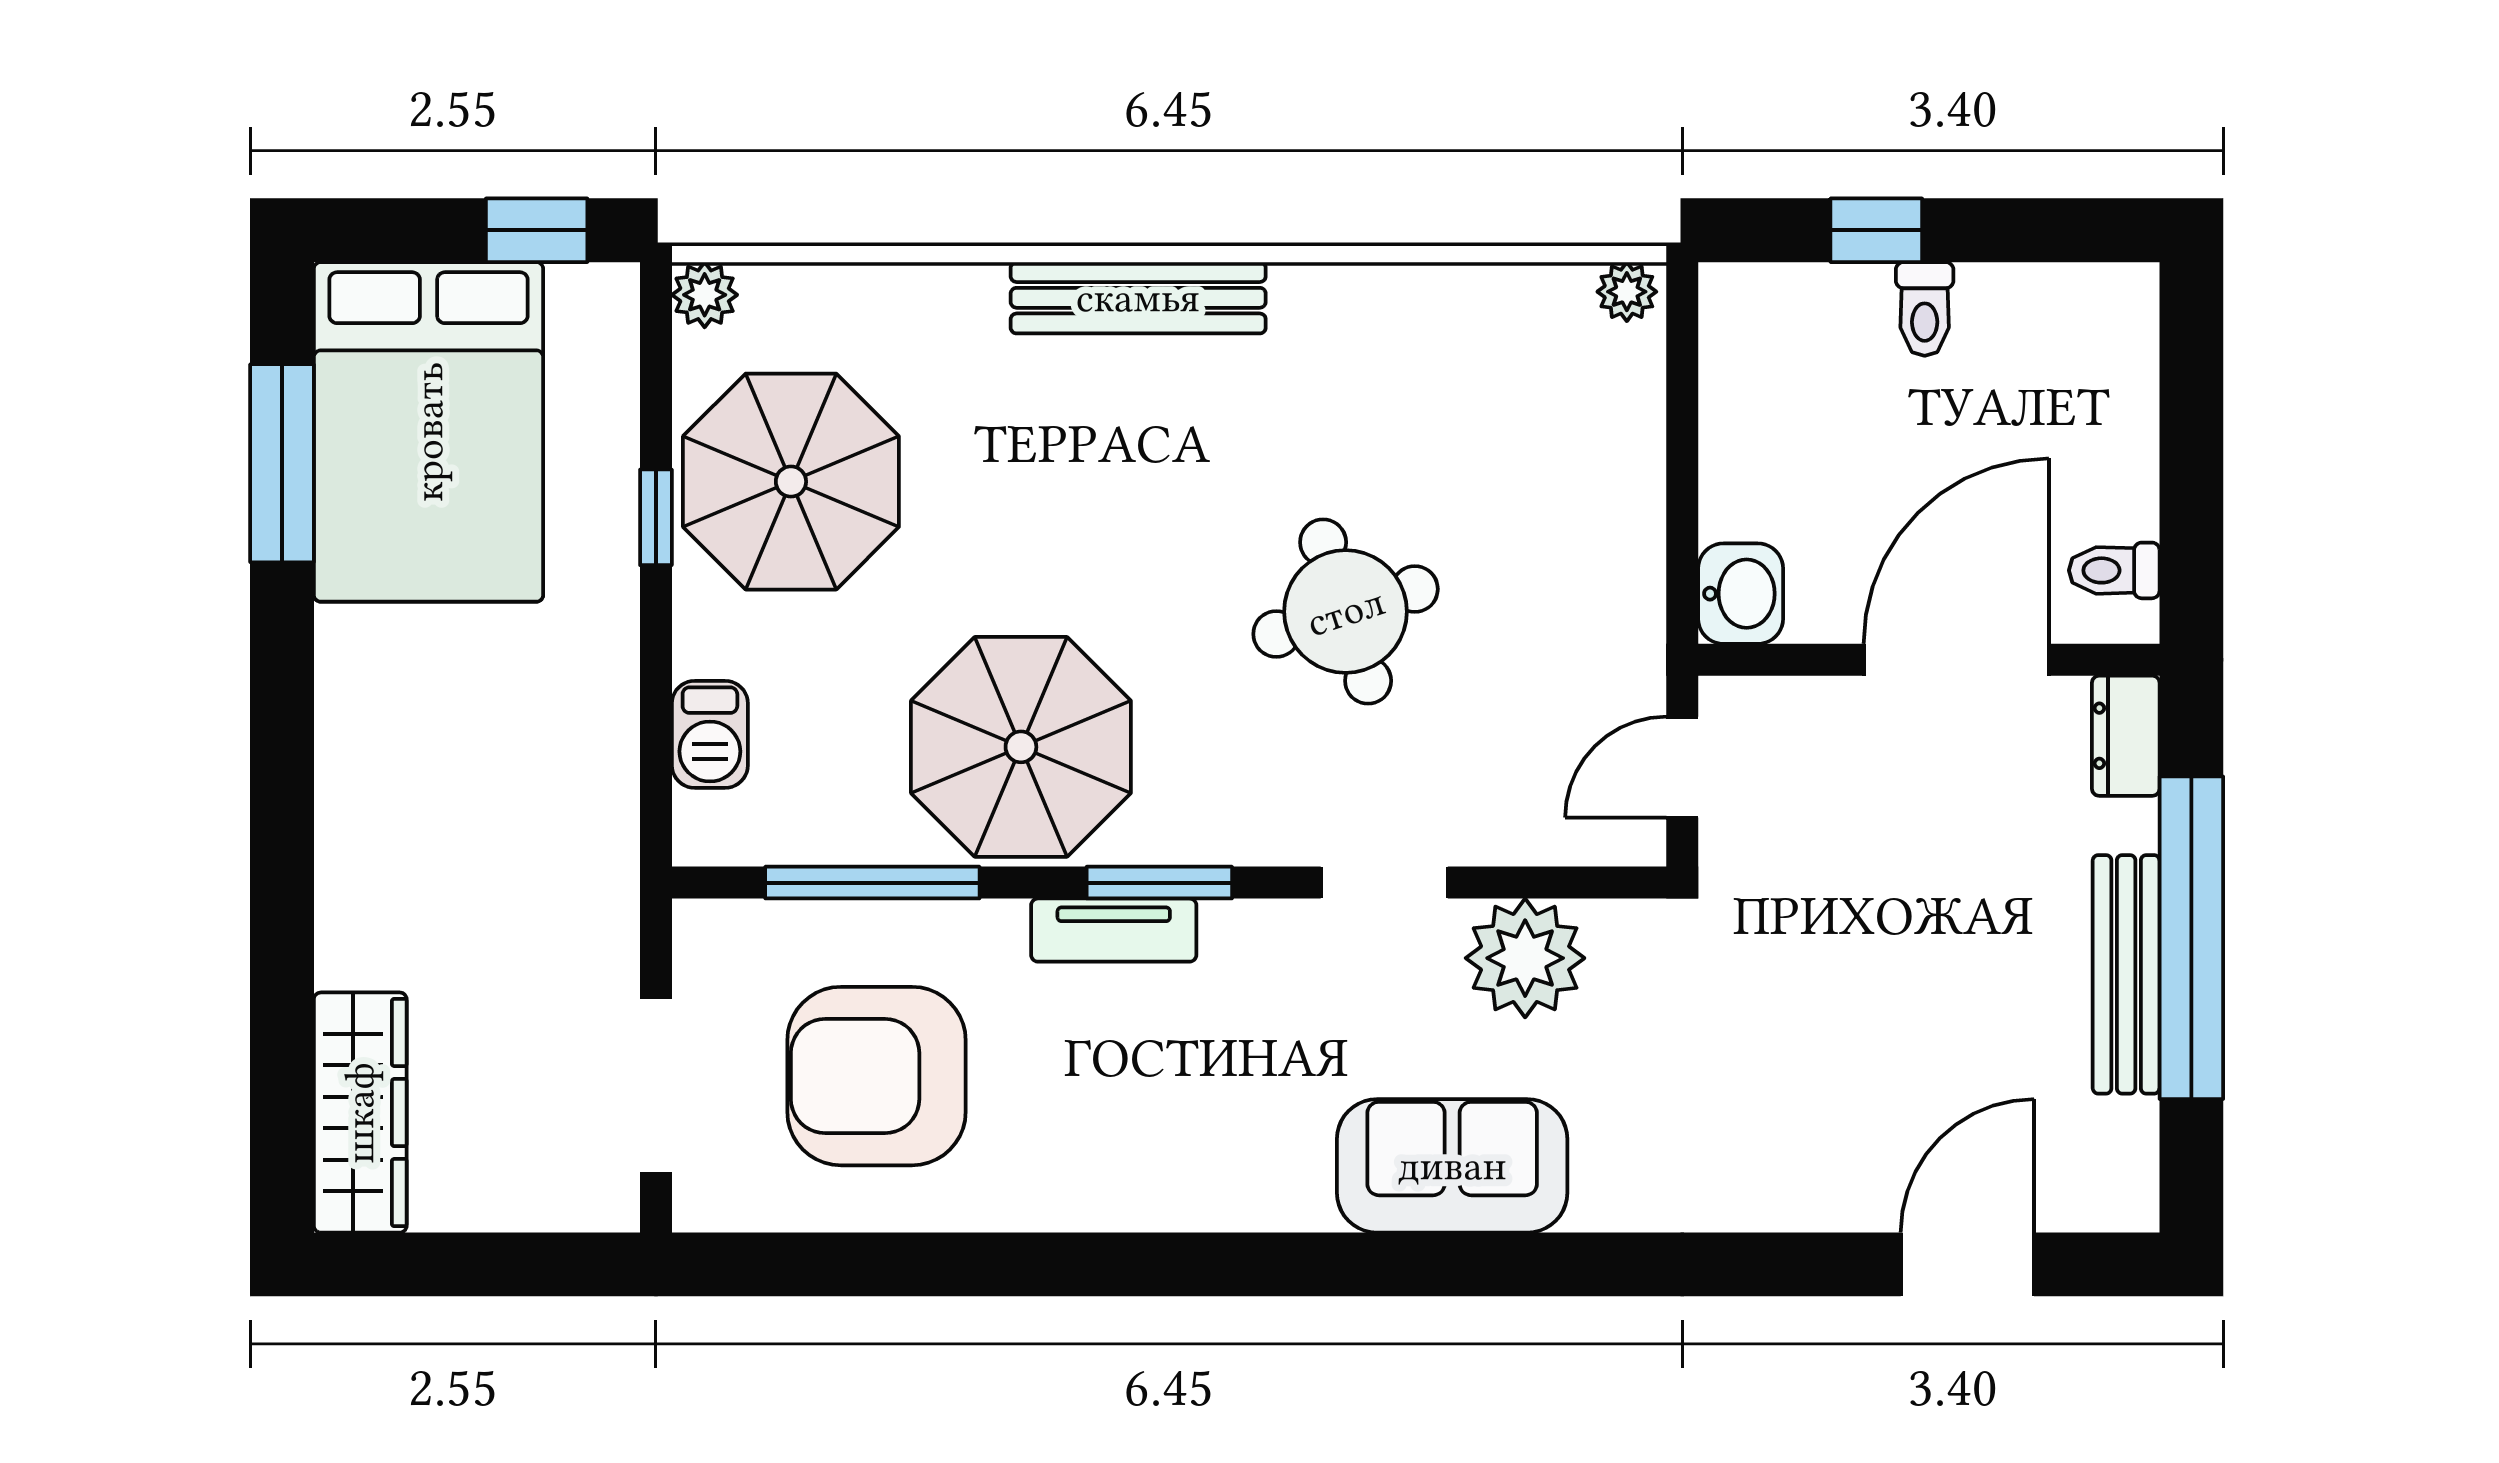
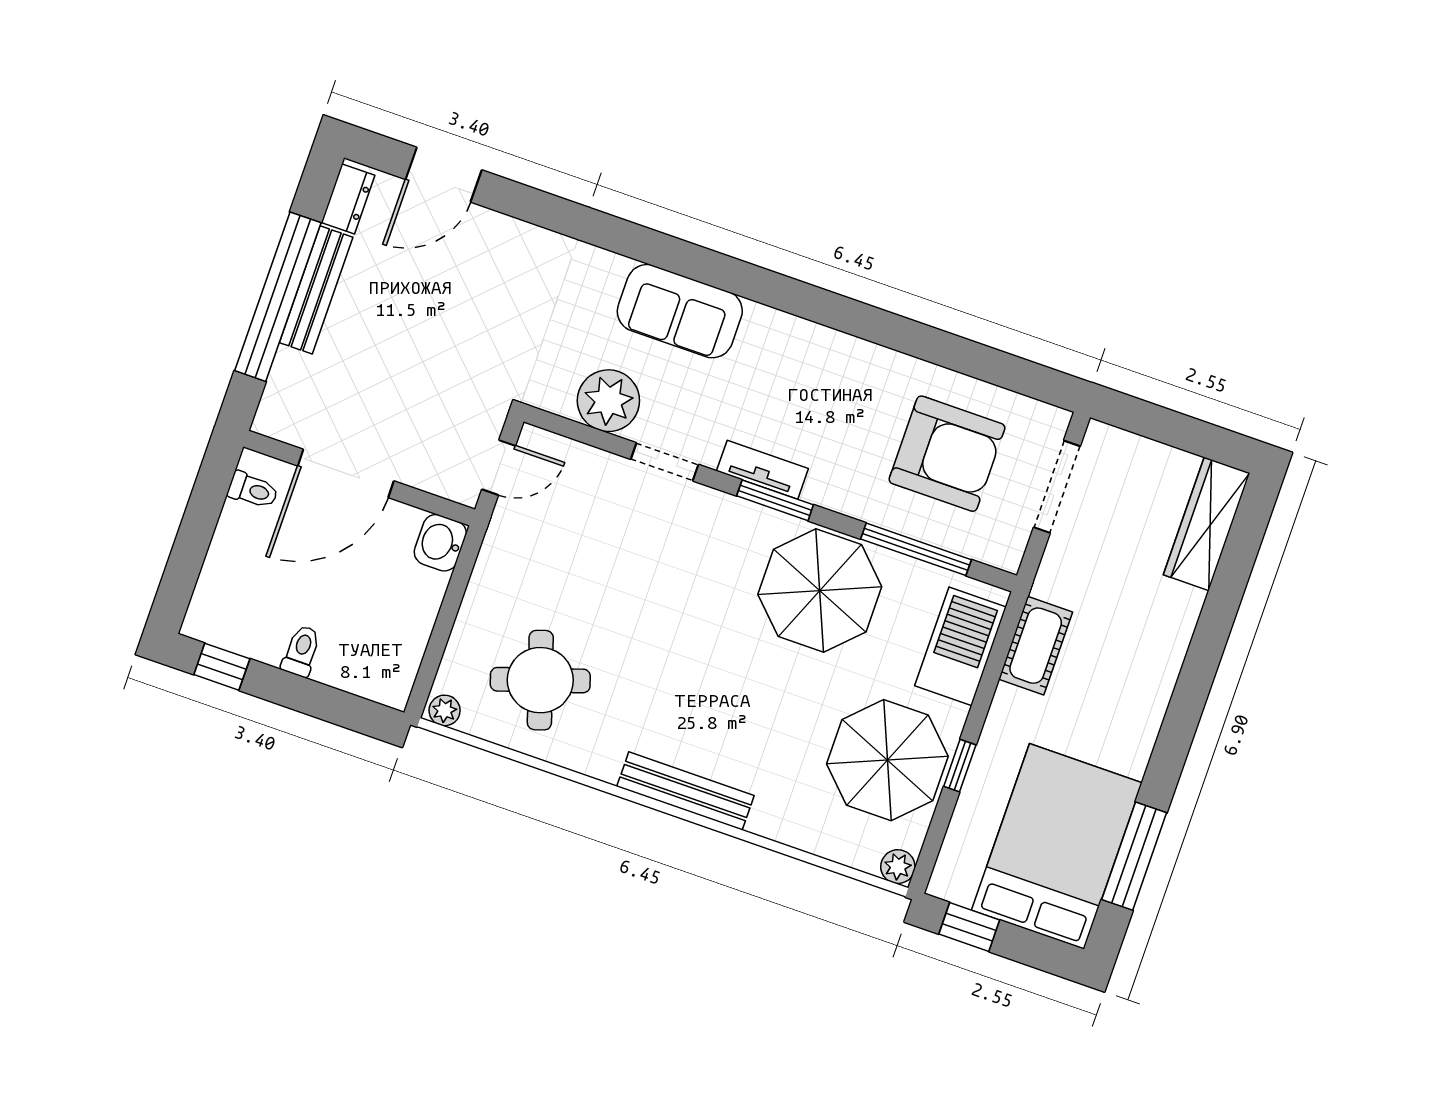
window: (1876, 230) -> (222, 667), moved
round table: (1346, 612) -> (540, 680), moved
barbecue: (710, 734) -> (960, 646), width x1.88, depth x1.53
dresser: (2126, 736) -> (348, 199), moved
cot: (594, 783) -> (1036, 646), added
tv unit: (1114, 930) -> (762, 470), moved

